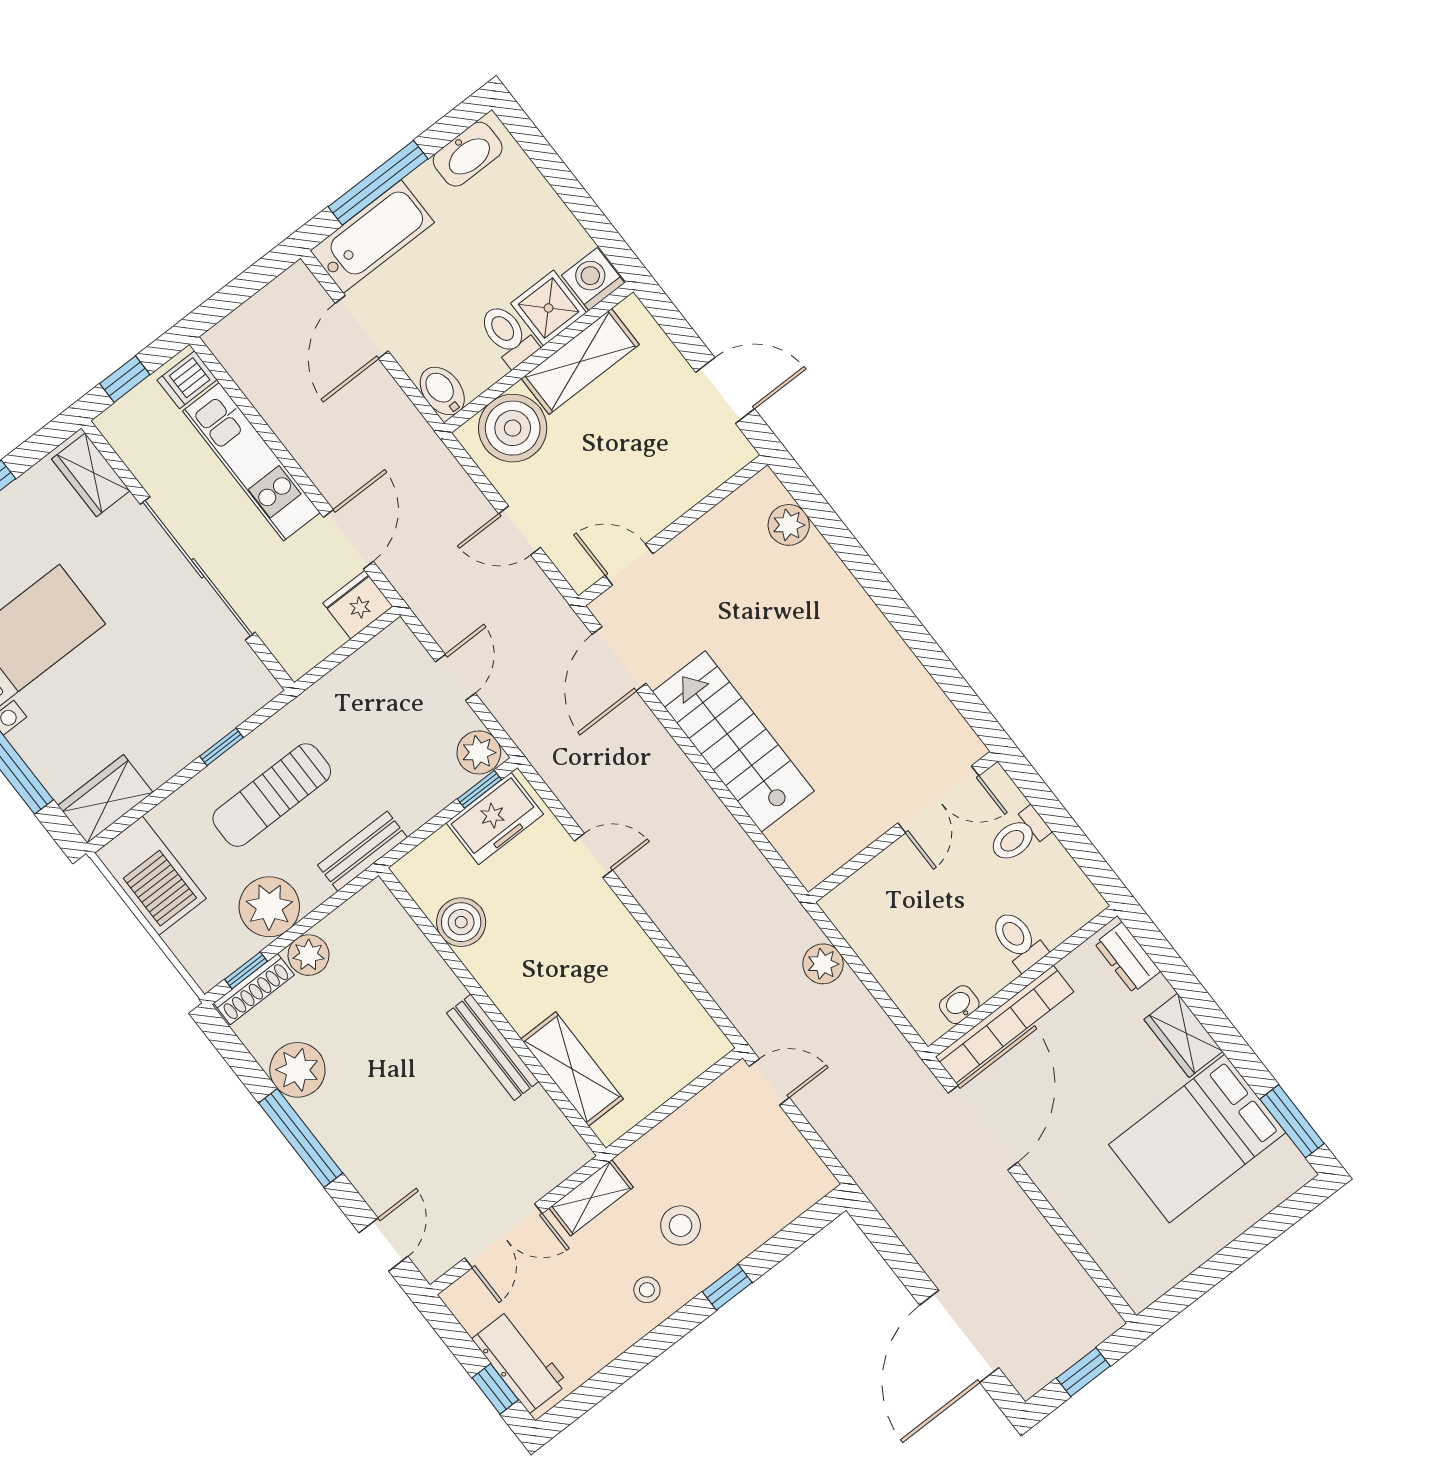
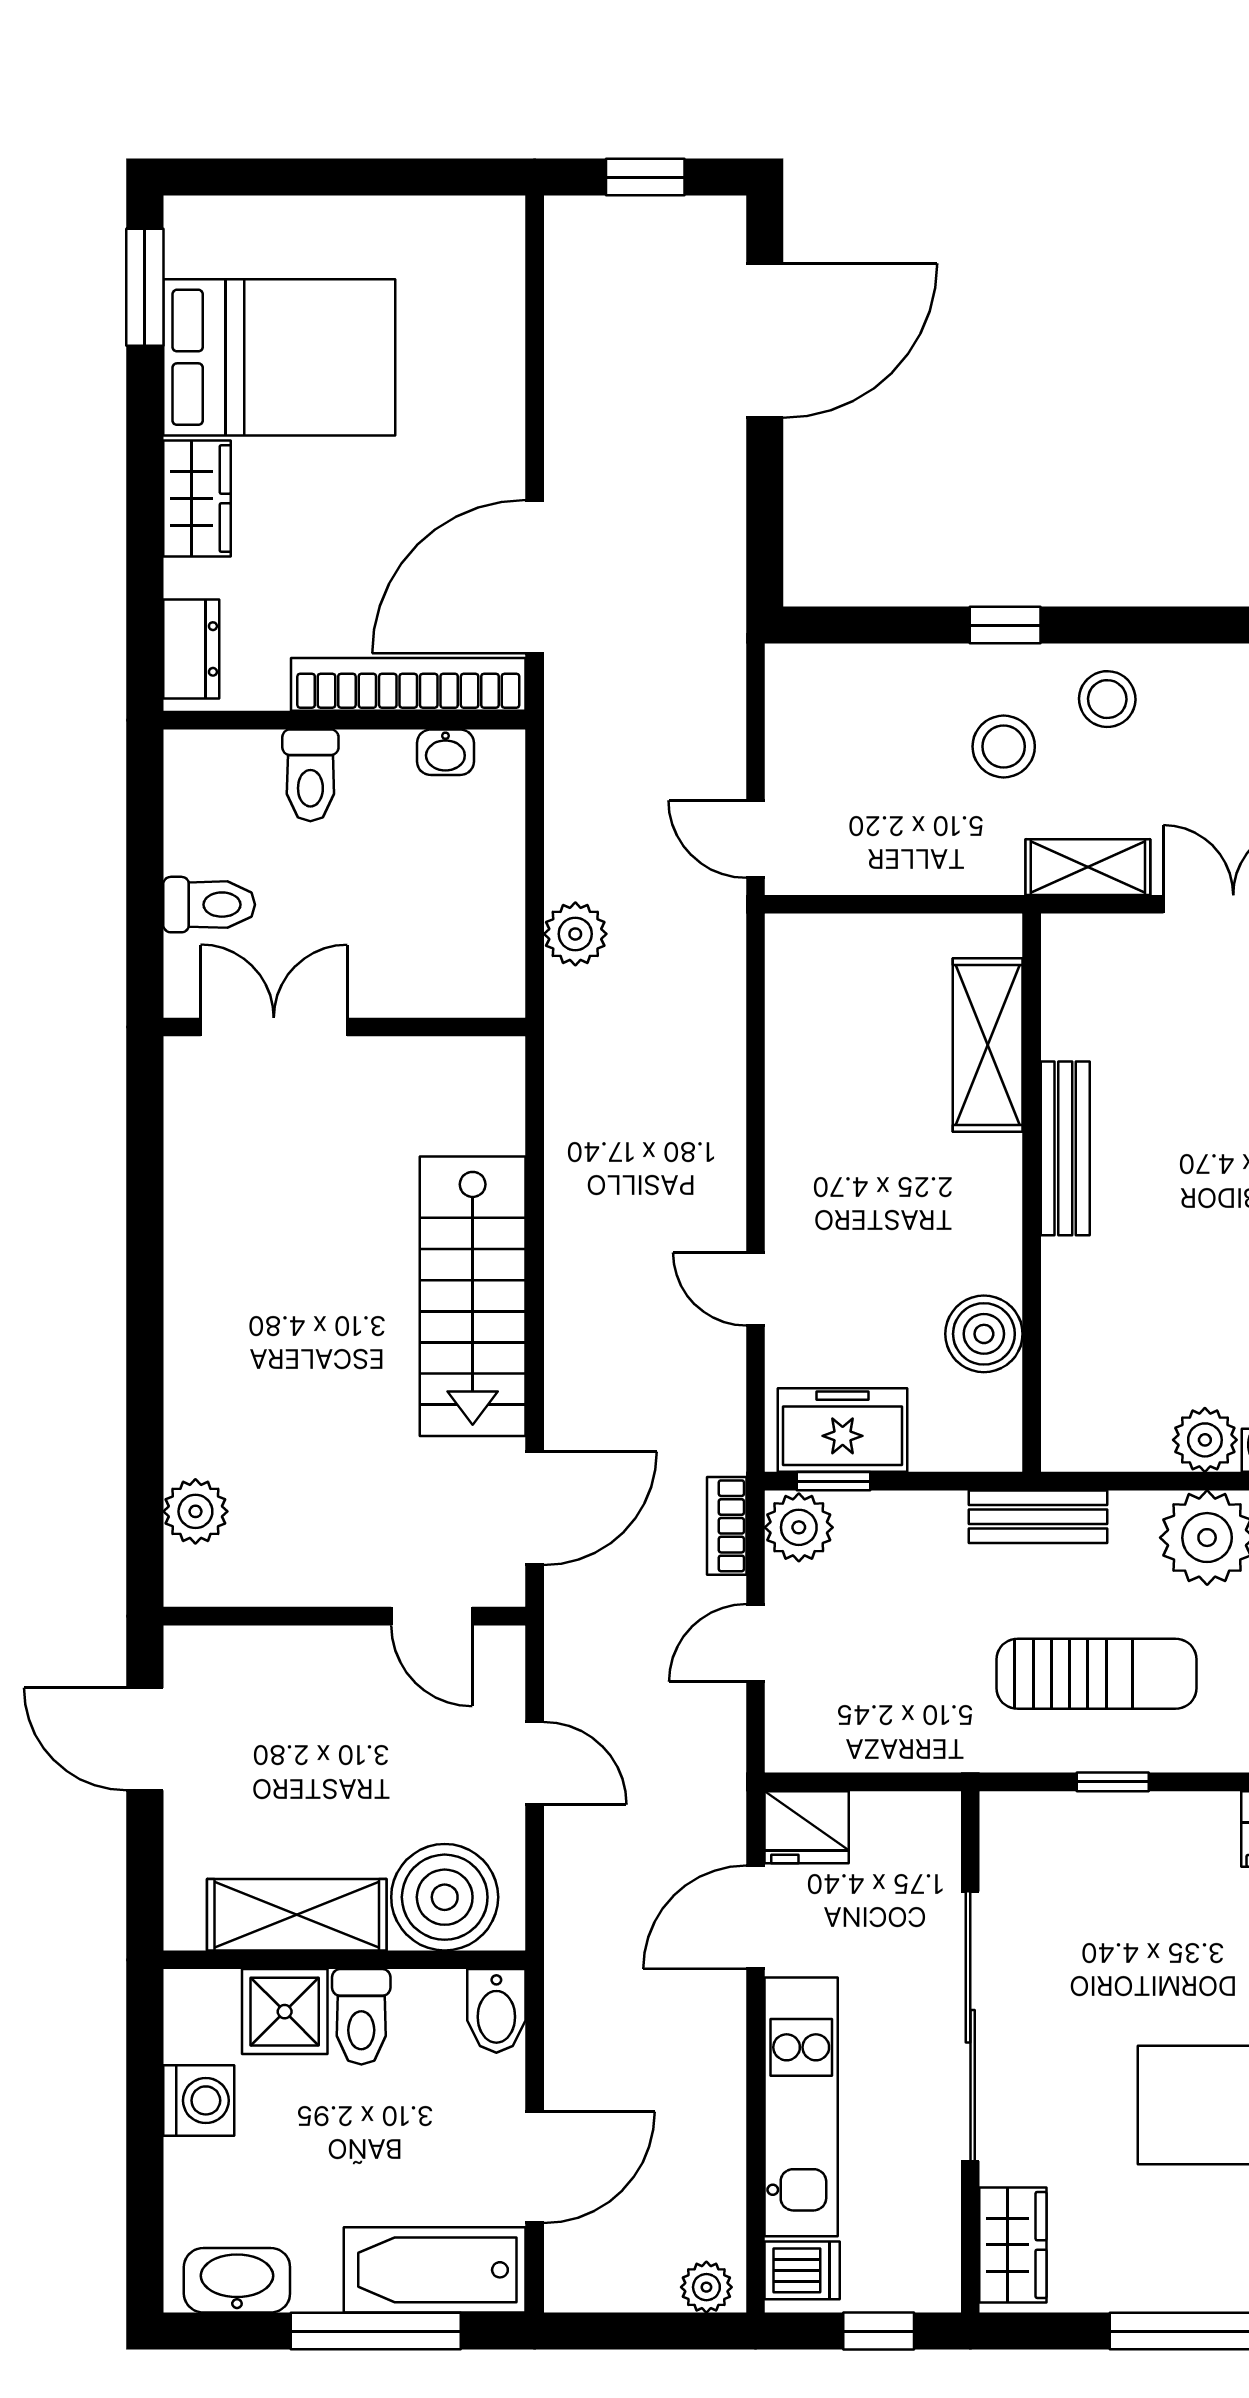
washing machine: (593, 279) -> (199, 2100), moved, turned -90
plant: (229, 334) -> (706, 2287), added
bookcase: (516, 725) -> (727, 1526), added
stool: (647, 1290) -> (1107, 699), width x1.37, depth x1.37

